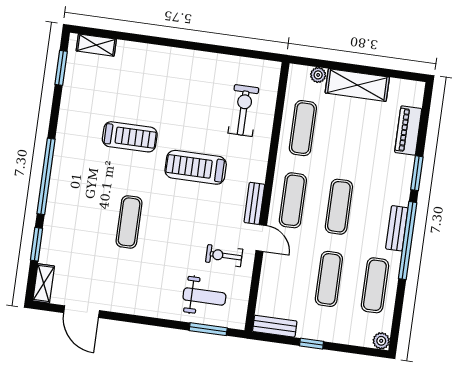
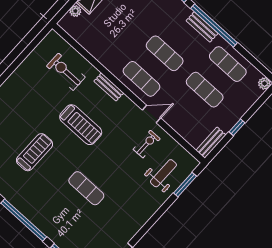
exercise mat: (303, 128) -> (101, 43), removed
treadmill: (196, 167) -> (81, 125), turned -90
bench: (254, 203) -> (109, 87), moved
exercise bike: (224, 256) -> (147, 144), turned 180

